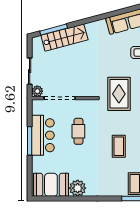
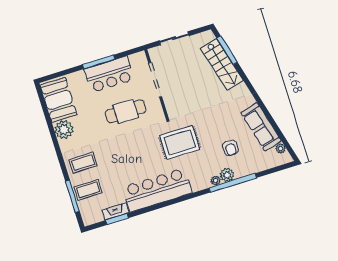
plant: (37, 91) -> (155, 53), removed
cafe table: (78, 131) -> (126, 111), width x1.37, depth x1.35
coffee table: (119, 146) -> (83, 163), moved

